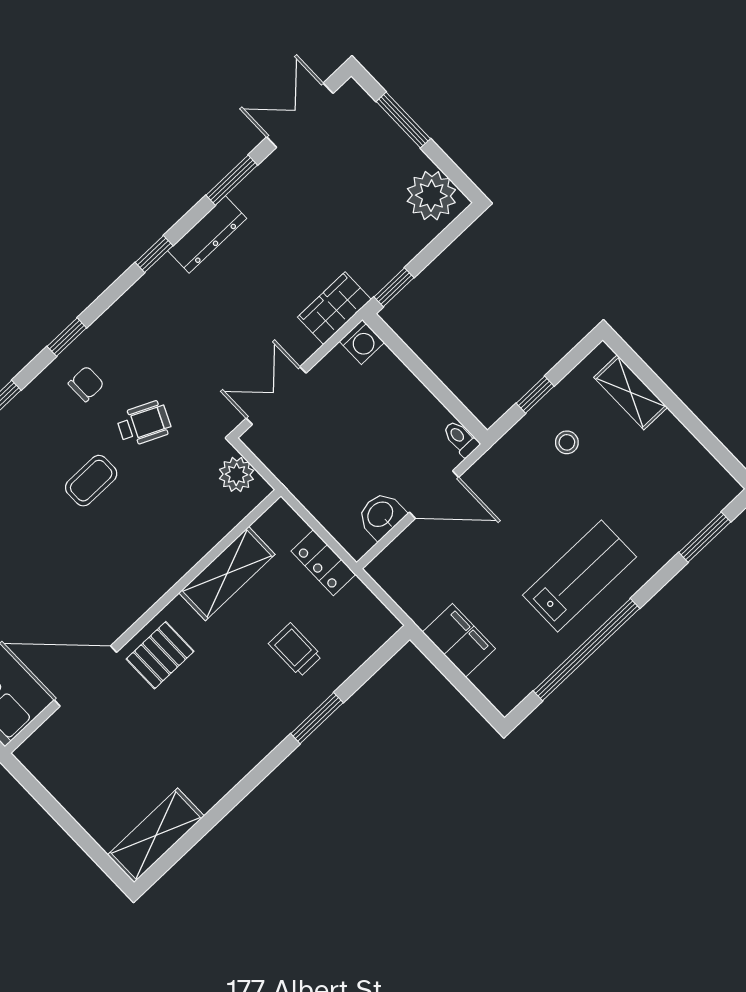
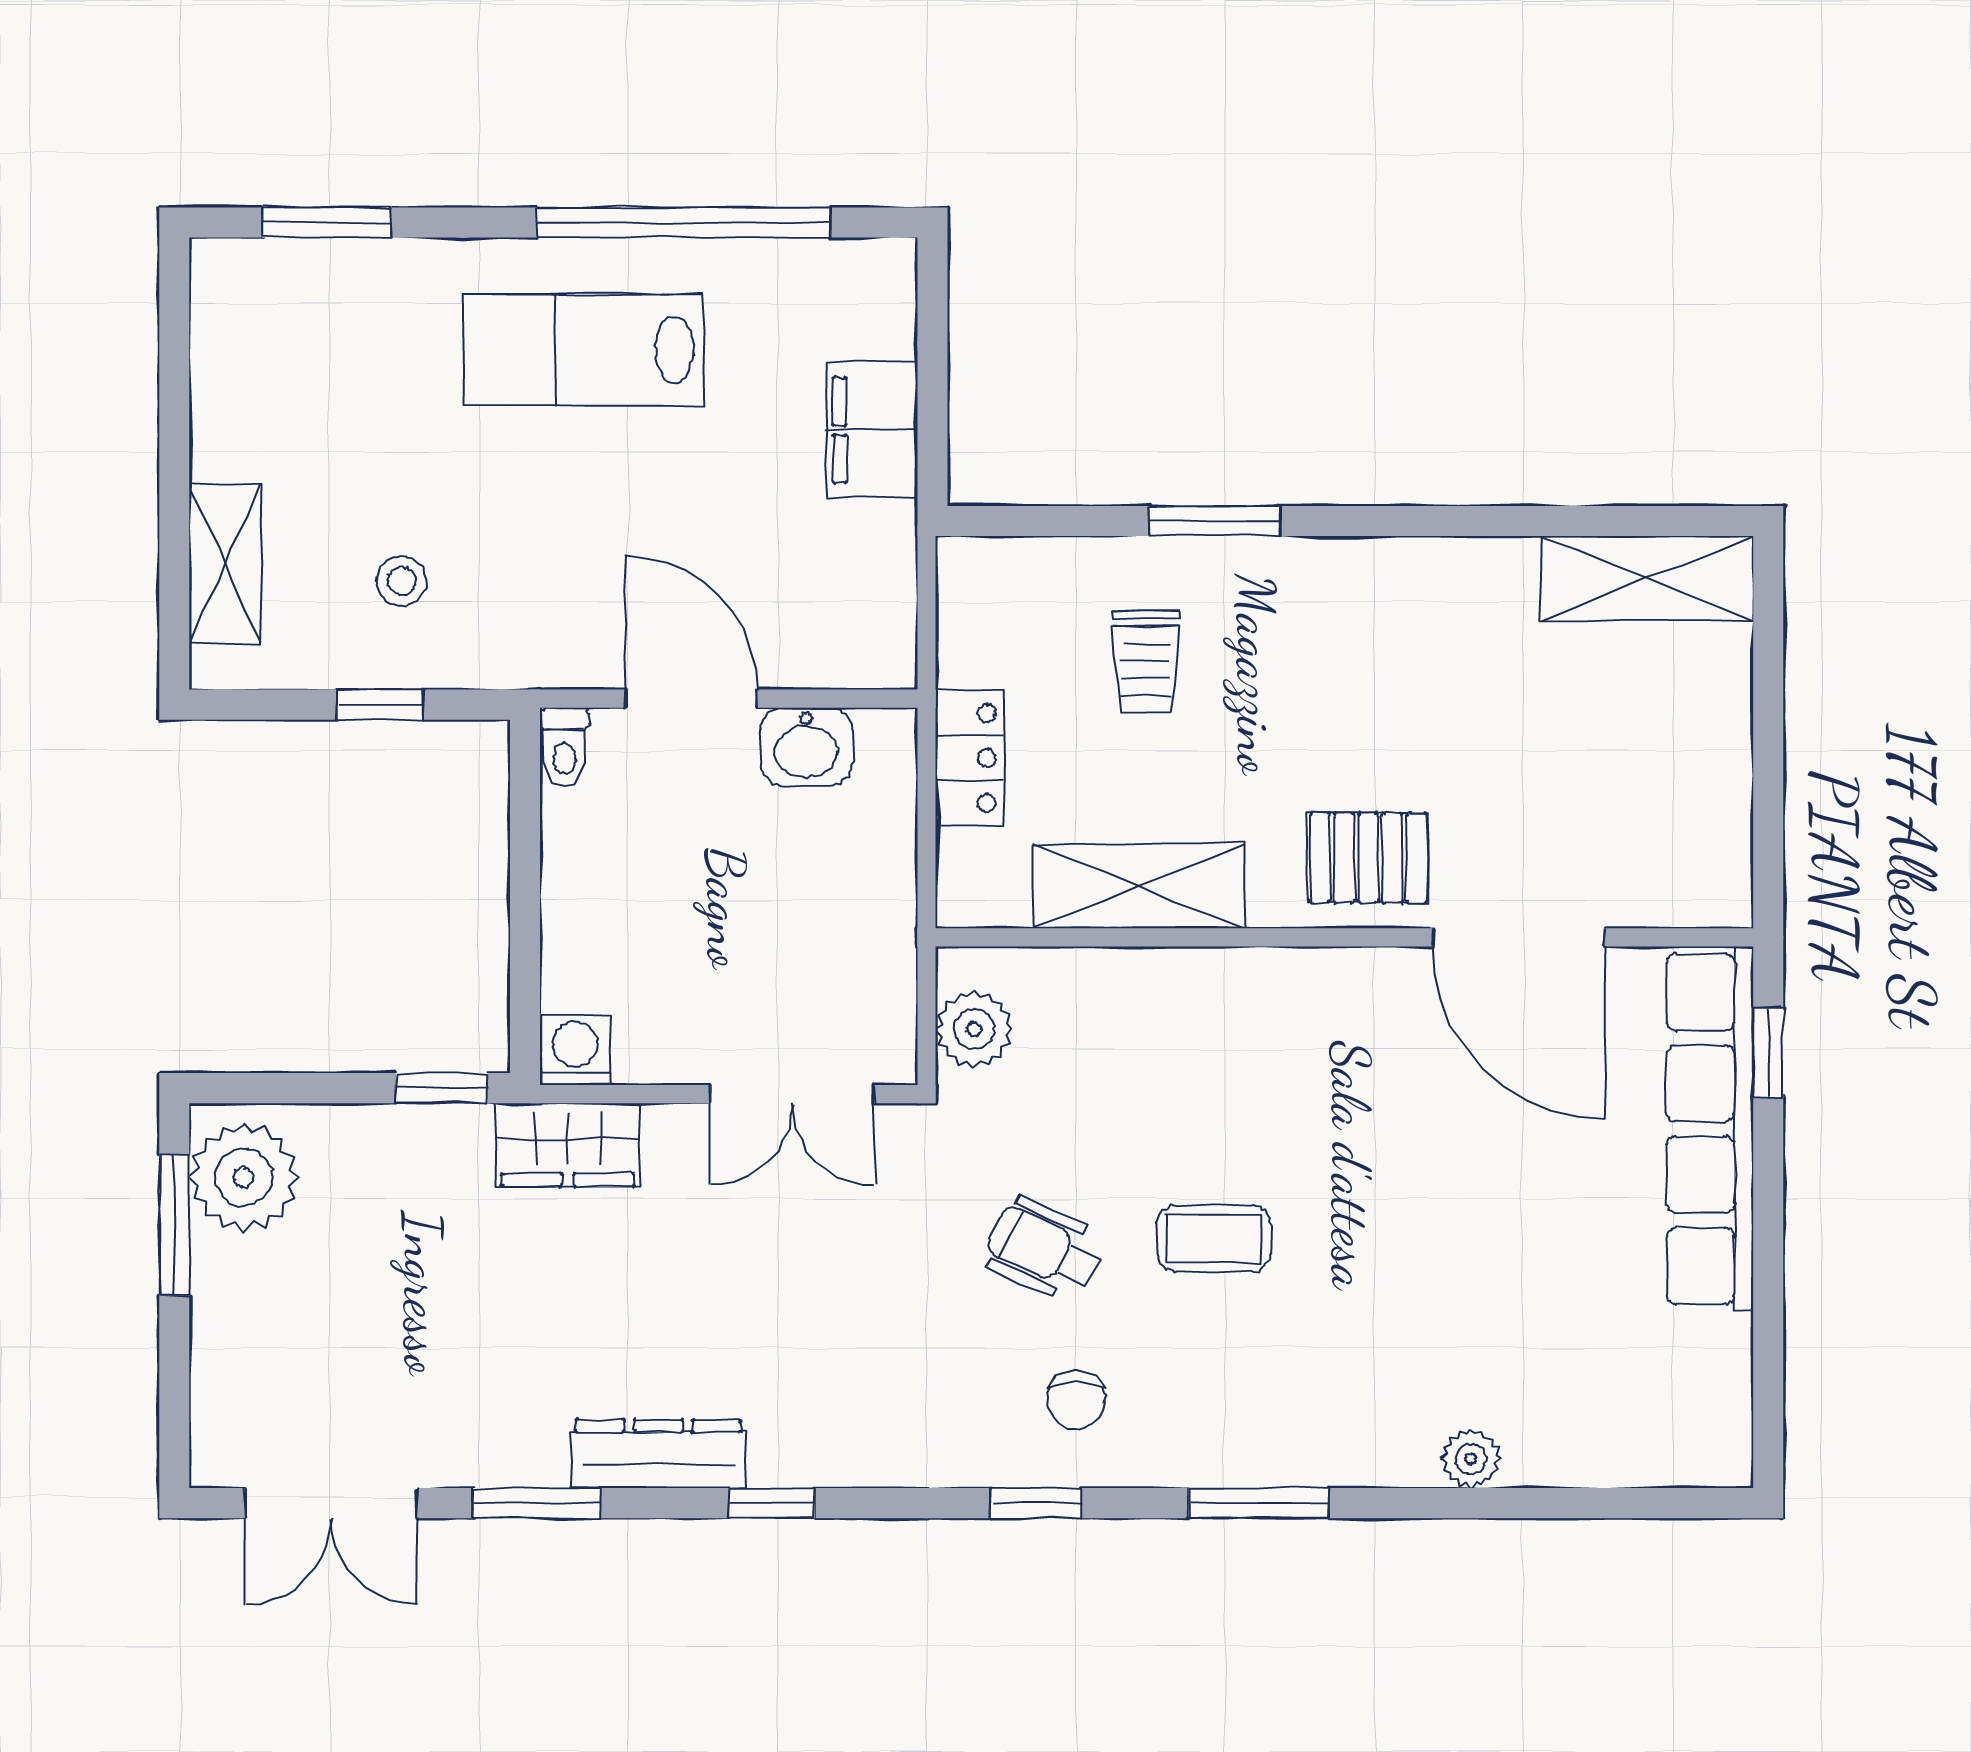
window: (403, 120) -> (174, 1225), moved
chair: (86, 384) -> (1076, 1400), turned -90

